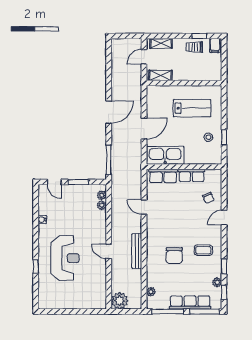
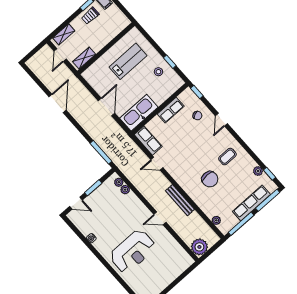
door: (109, 112) -> (57, 103), moved
row of seats: (163, 176) -> (148, 141), moved, turned -90
reception desk: (65, 258) -> (133, 251), turned 90
window: (36, 266) -> (117, 276), removed
window: (224, 266) -> (197, 92), moved

